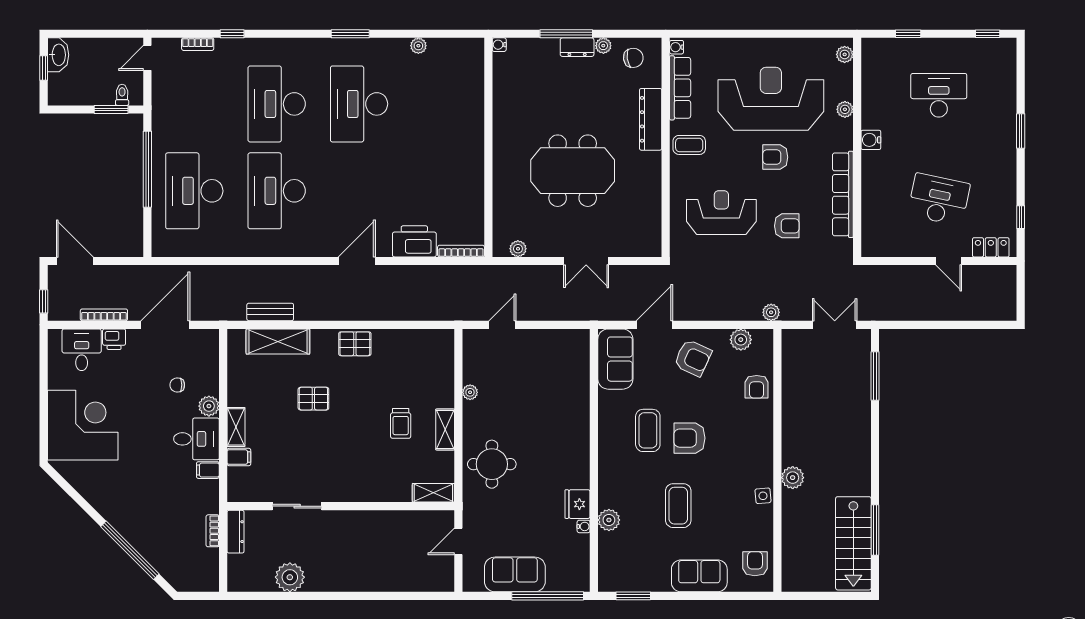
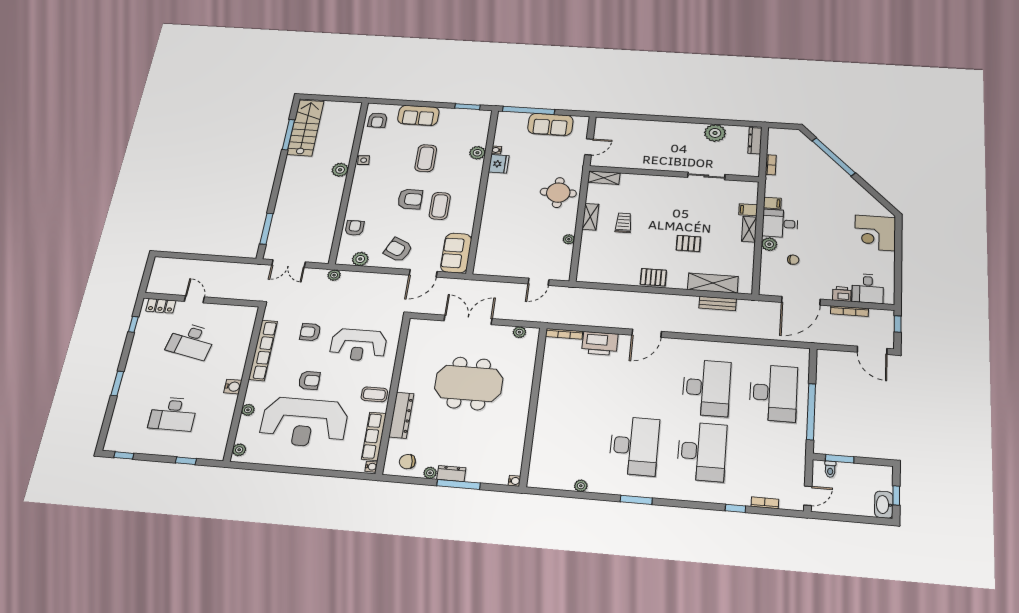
double door: (586, 261) -> (468, 320), width x1.37
corner desk: (83, 425) -> (875, 233), width x0.74, depth x0.74
dresser: (236, 532) -> (755, 141), moved

